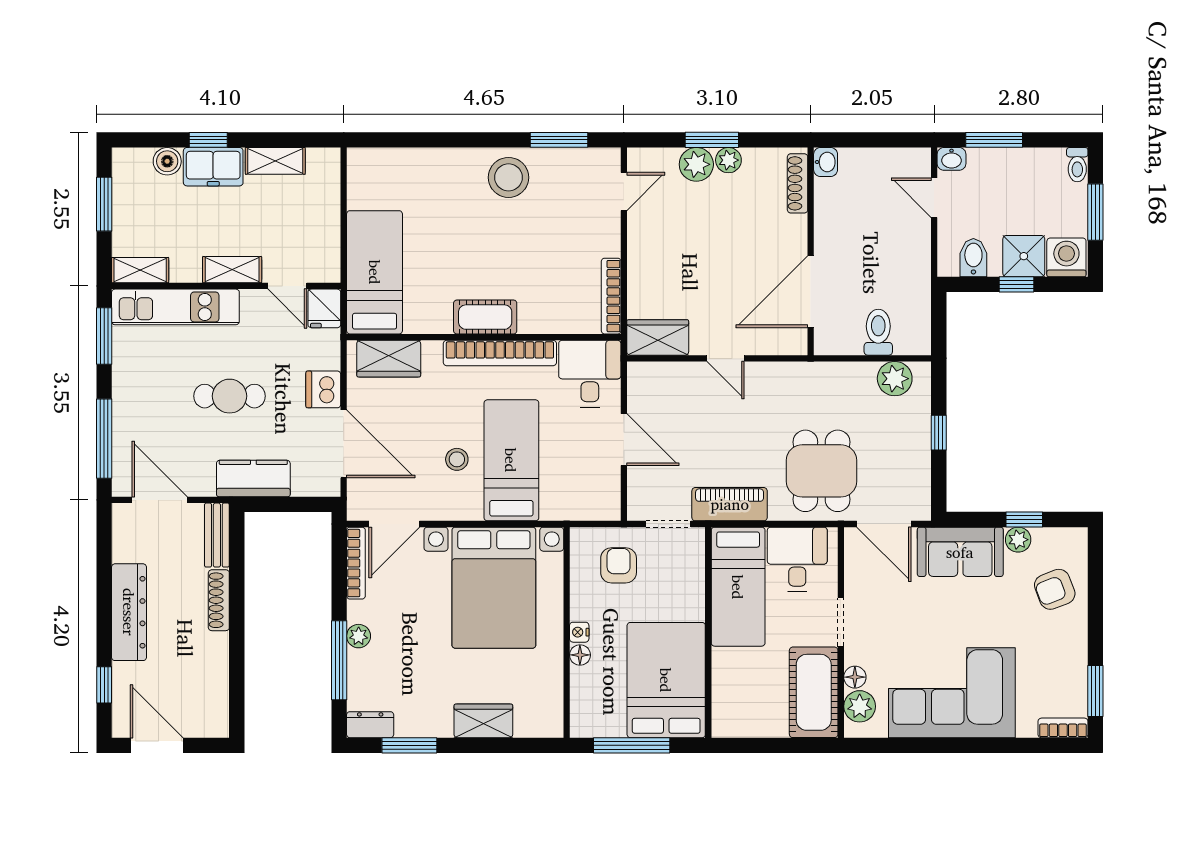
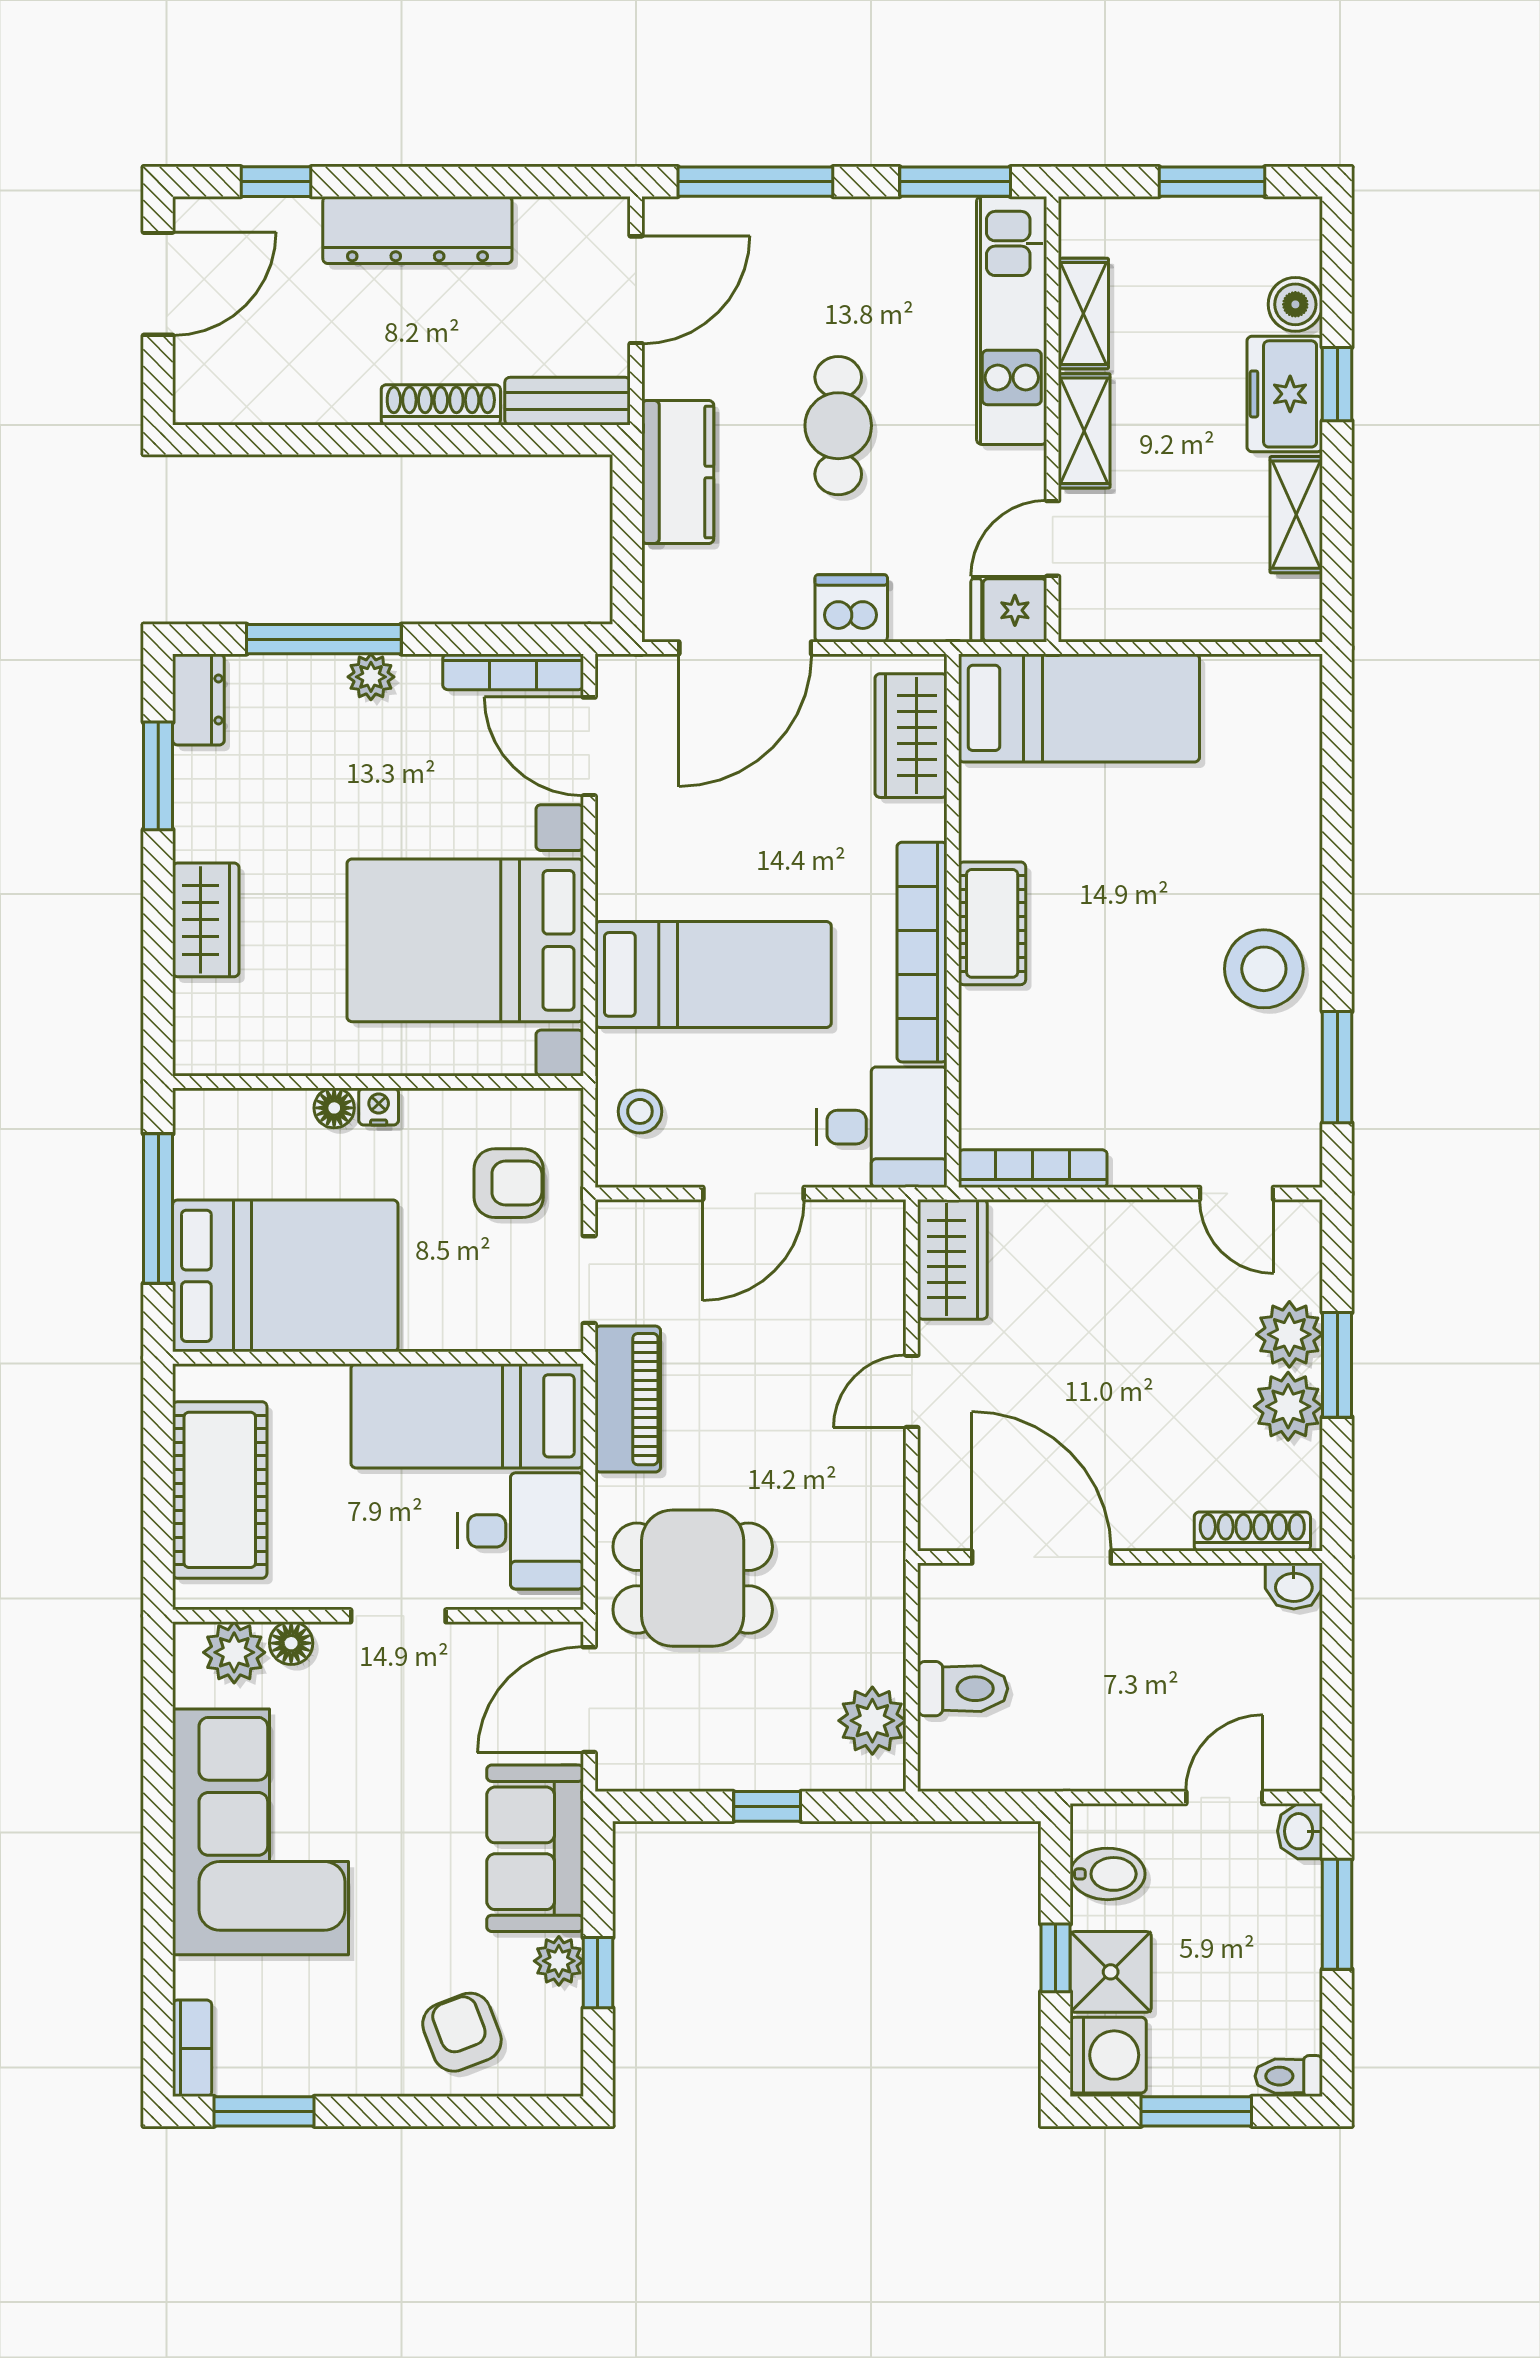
plant: (728, 160) -> (1288, 1406), width x1.38, depth x1.38
shelving: (140, 270) -> (1083, 313), moved
stool: (457, 459) -> (640, 1111), moved
cot: (814, 692) -> (220, 1490), moved, turned 90

